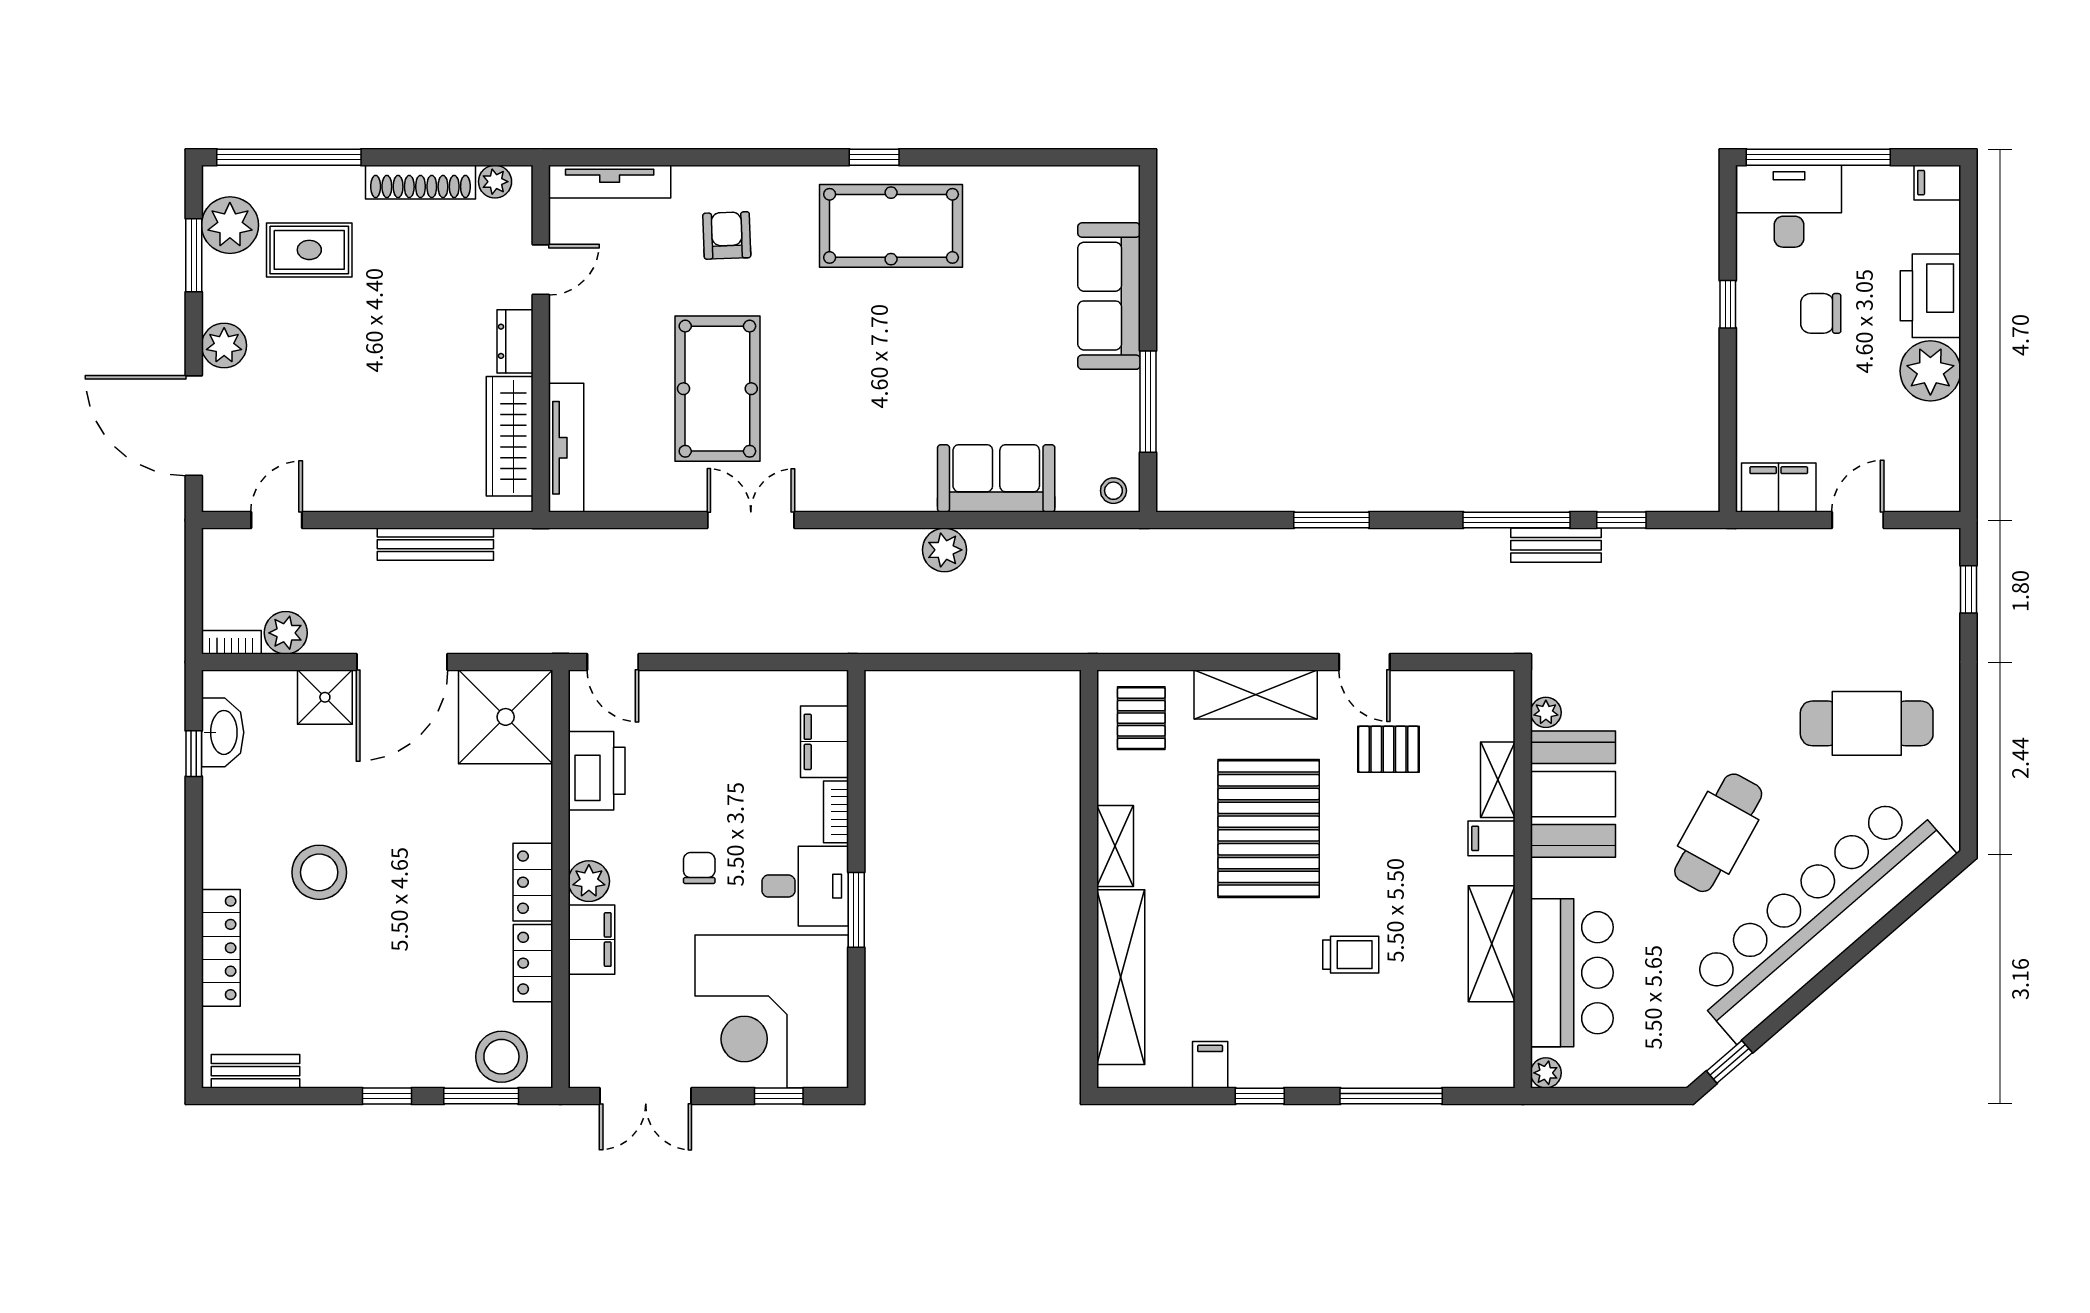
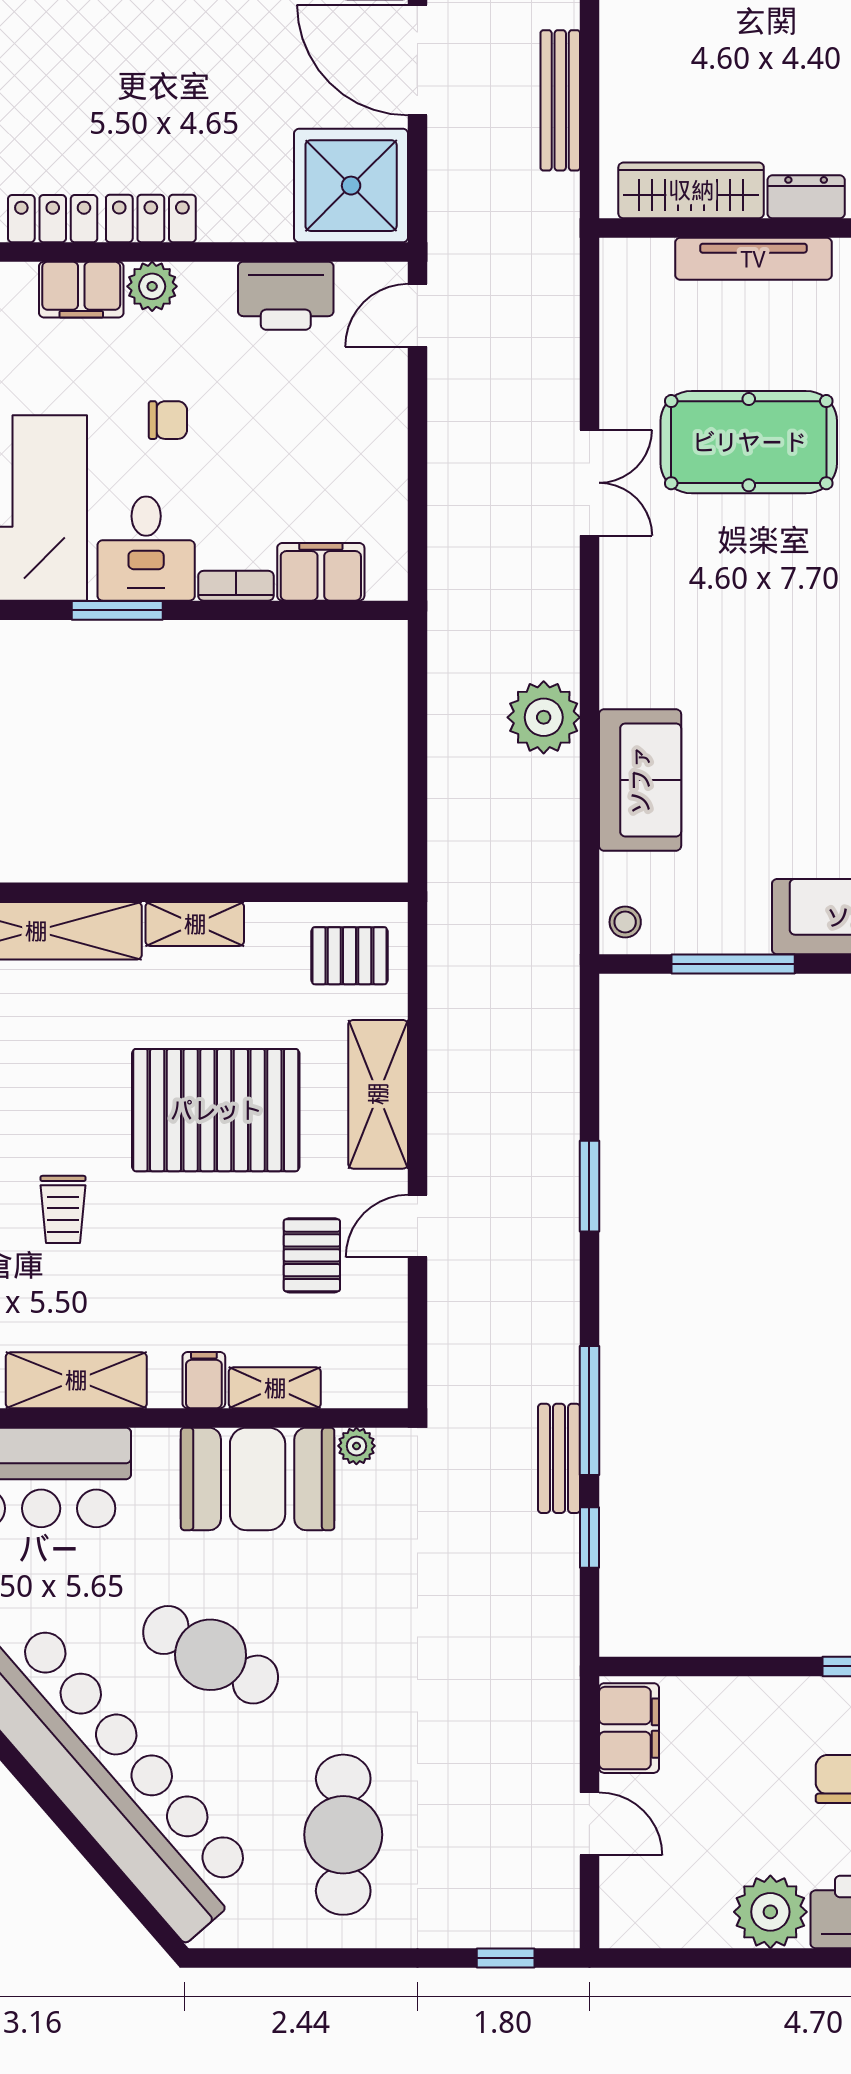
tv unit: (566, 448) -> (753, 259), moved
plant: (944, 550) -> (544, 717), width x1.36, depth x1.36

